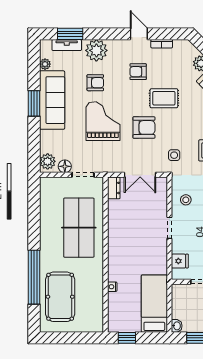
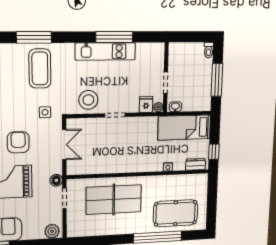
floor lamp: (65, 166) -> (56, 180), moved
dresser: (114, 188) -> (196, 164), moved
stool: (186, 200) -> (88, 100), width x1.89, depth x1.89
plant: (177, 274) -> (158, 107), added
washbasin: (177, 326) -> (175, 107), moved

